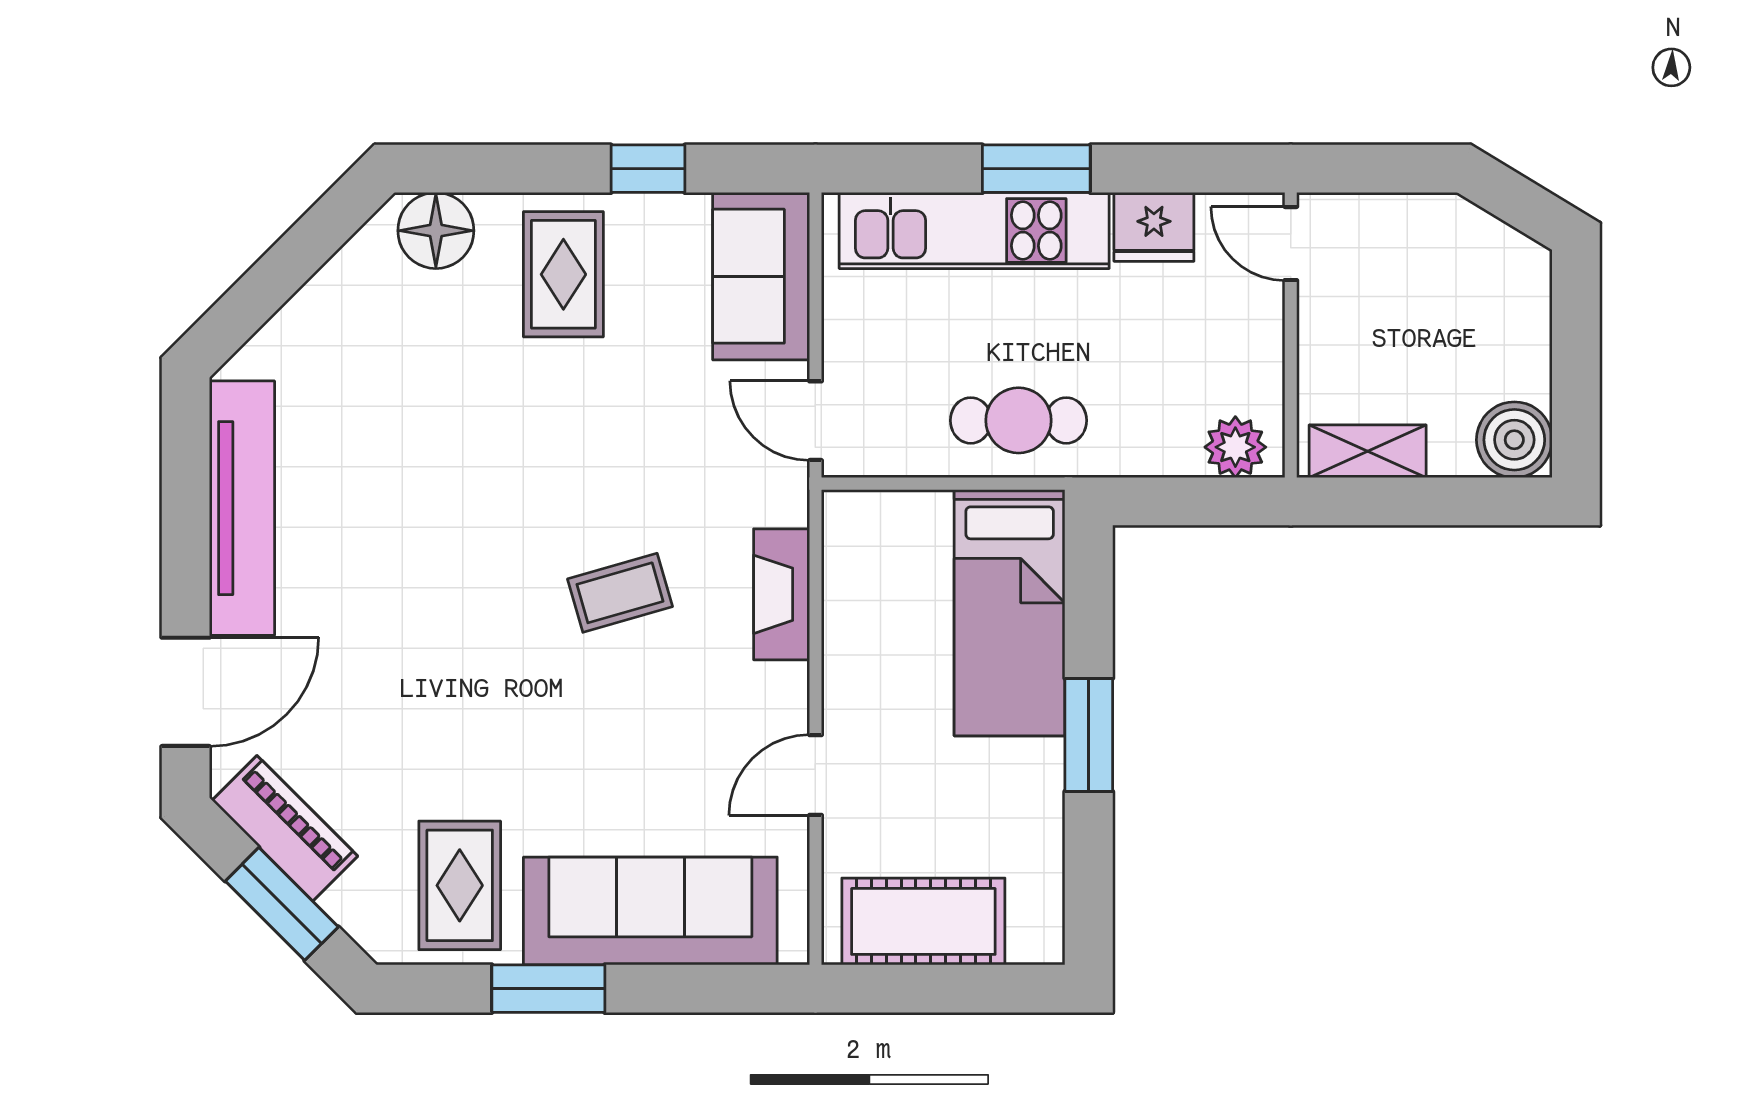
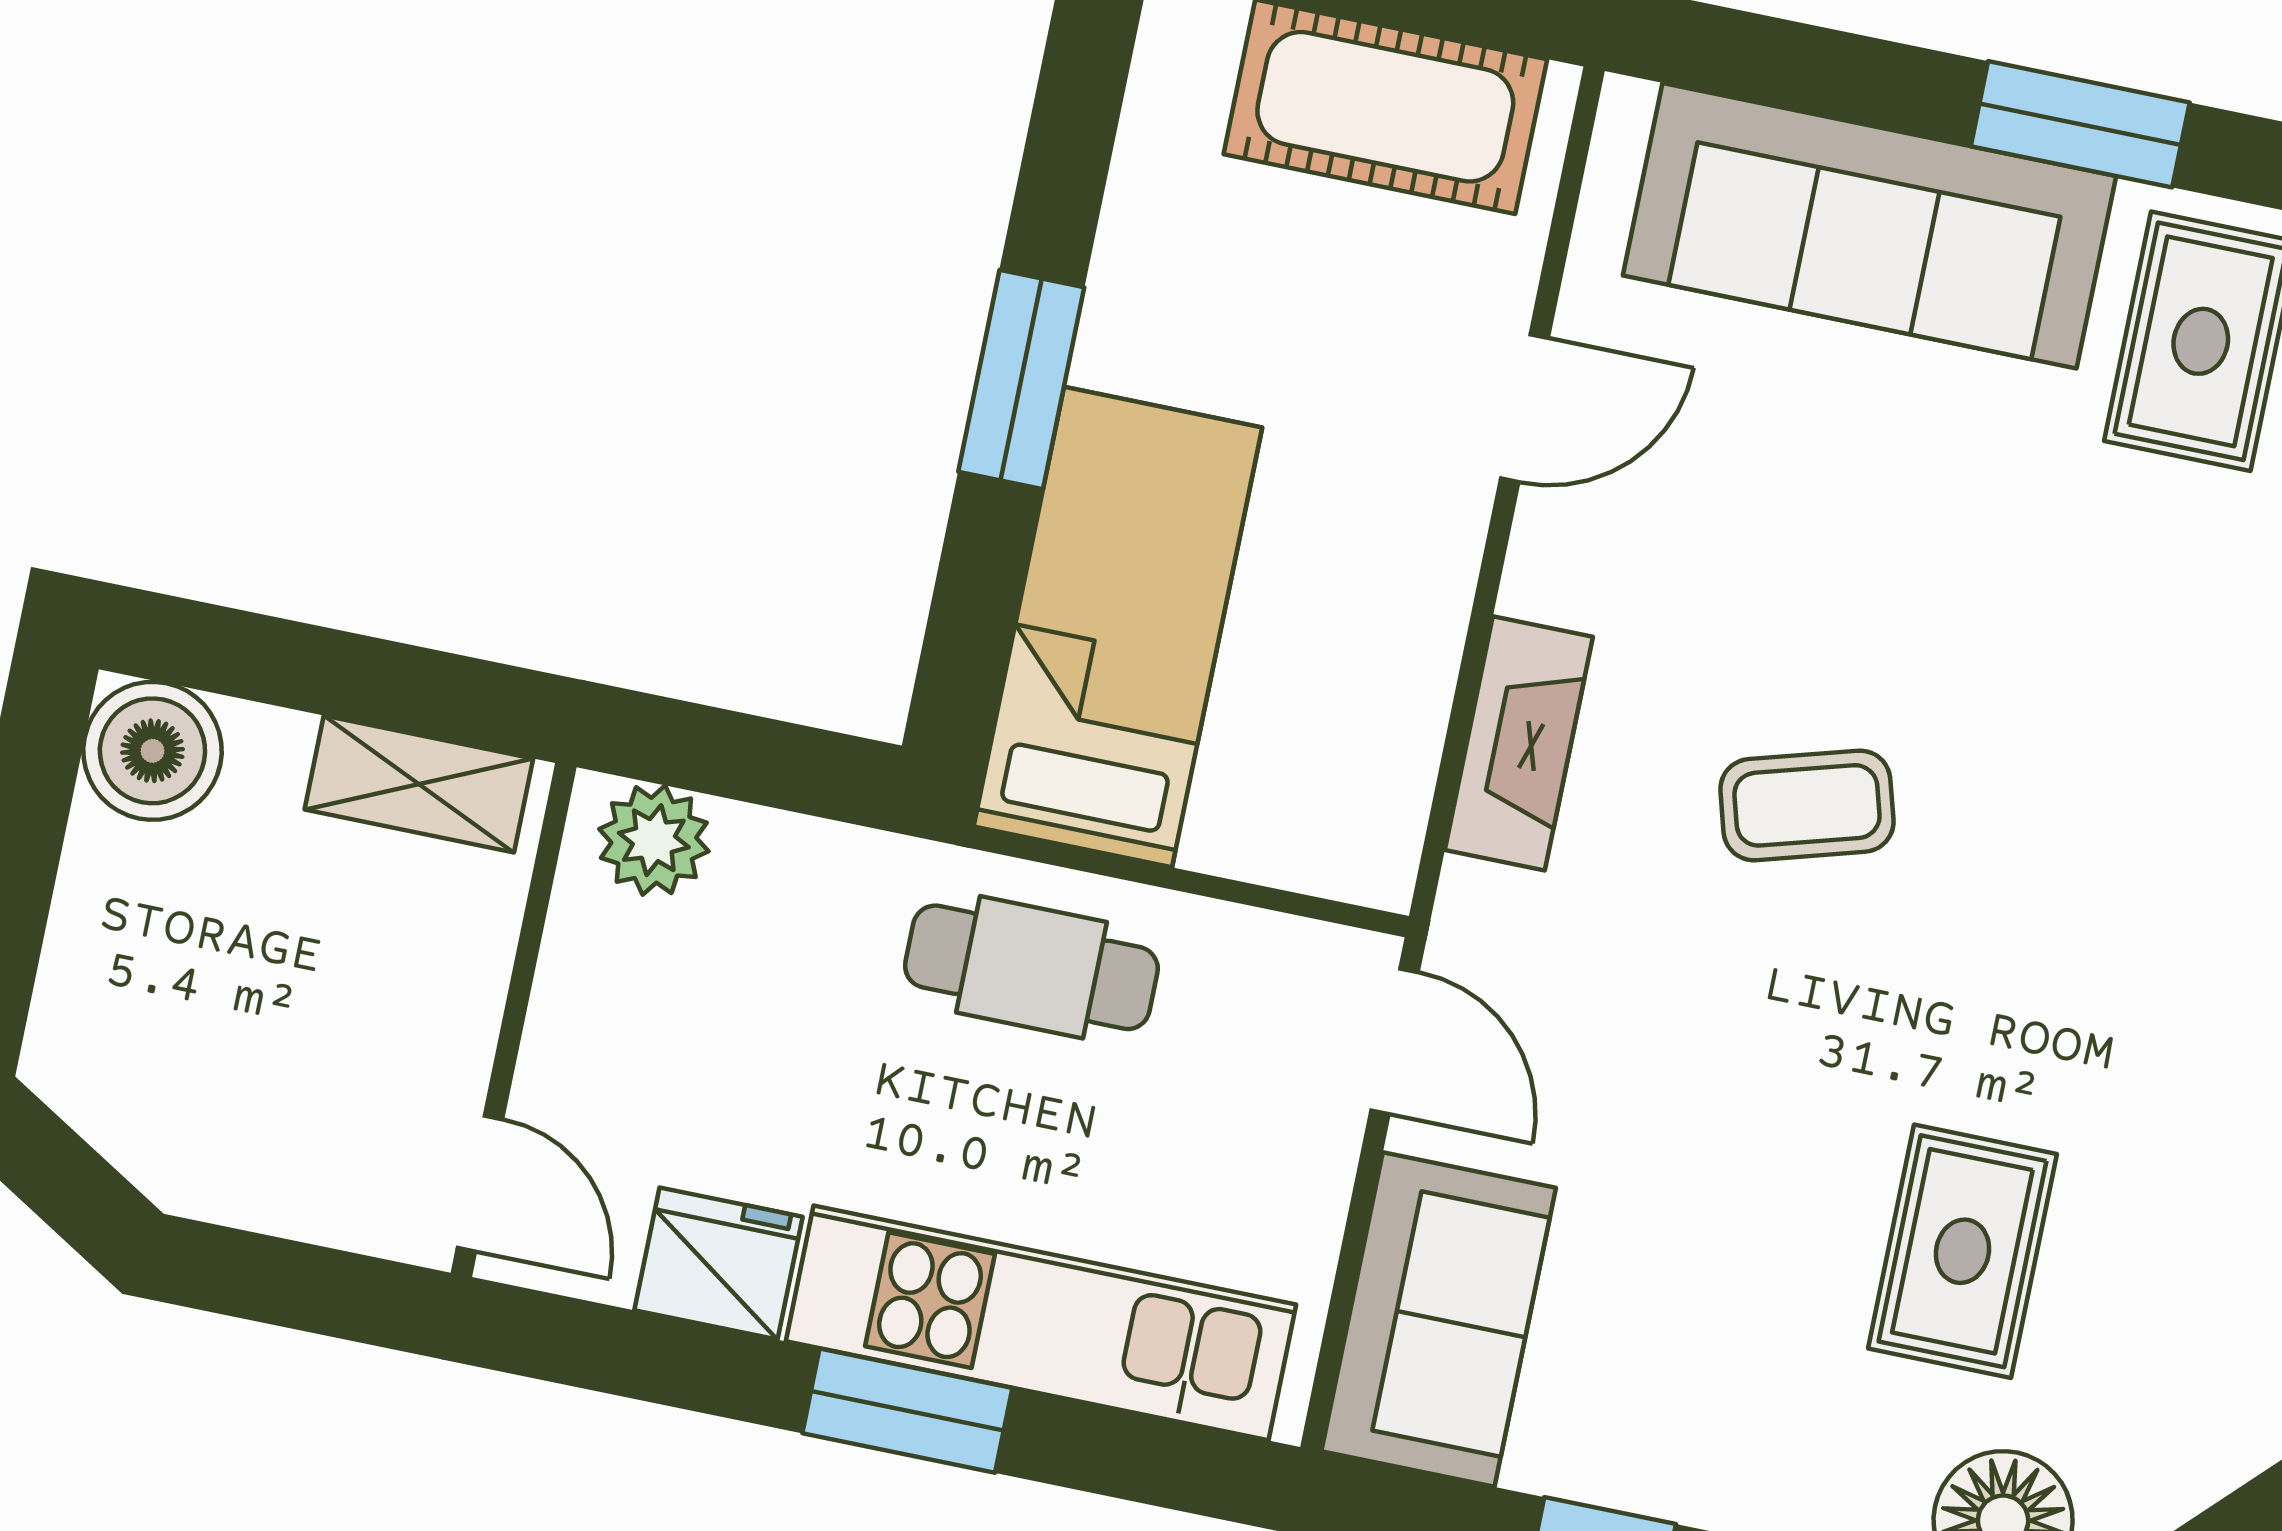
rug: (563, 274) -> (1962, 1251), moved

